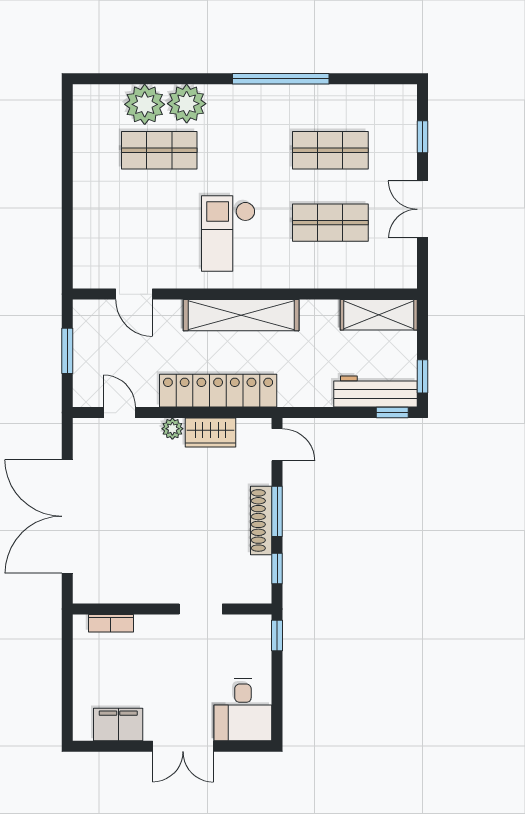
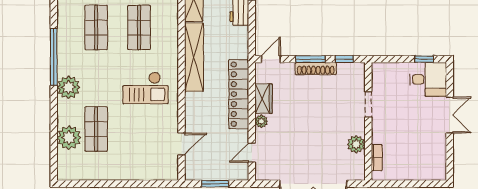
plant: (187, 104) -> (68, 87), moved
shelving: (241, 315) -> (194, 57), moved
plant: (134, 589) -> (356, 144), added
window: (277, 635) -> (424, 59), moved
filing cabinet: (118, 725) -> (437, 153), removed

